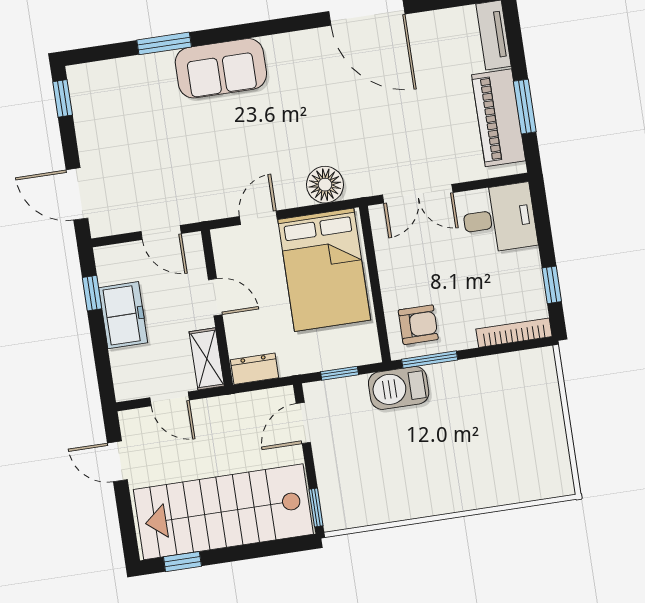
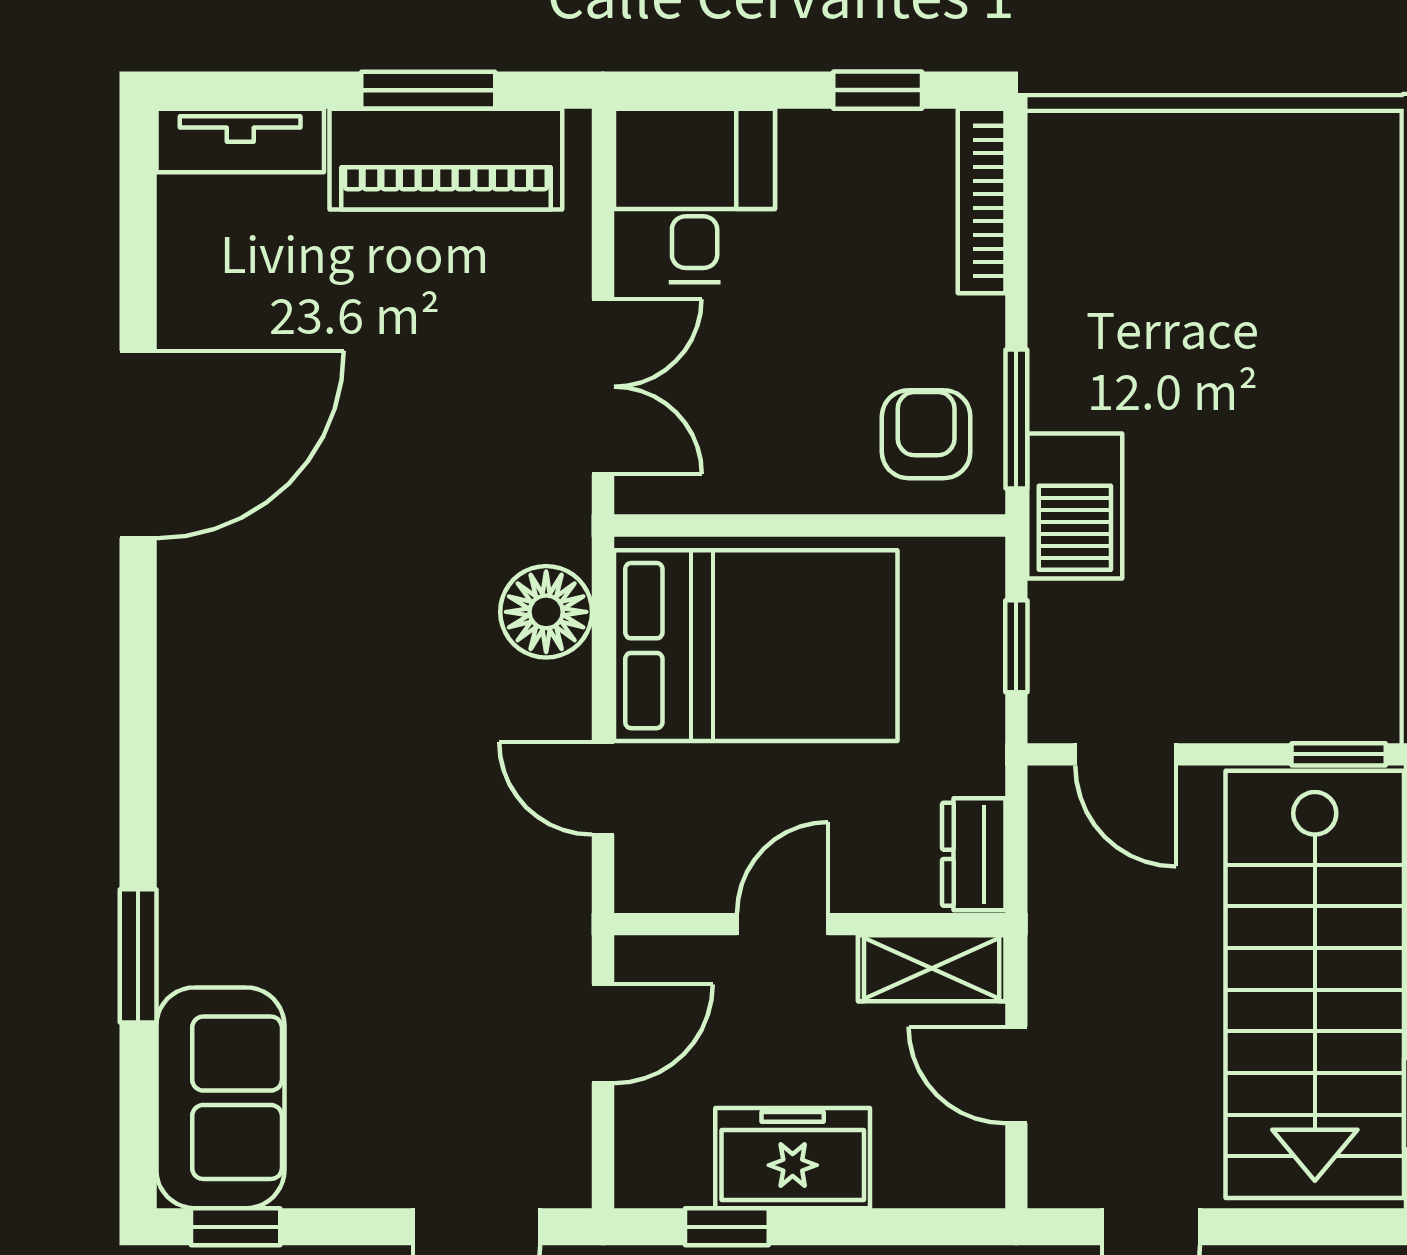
sofa: (221, 68) -> (220, 1098), moved
door: (170, 399) -> (1016, 1075), swing flipped

